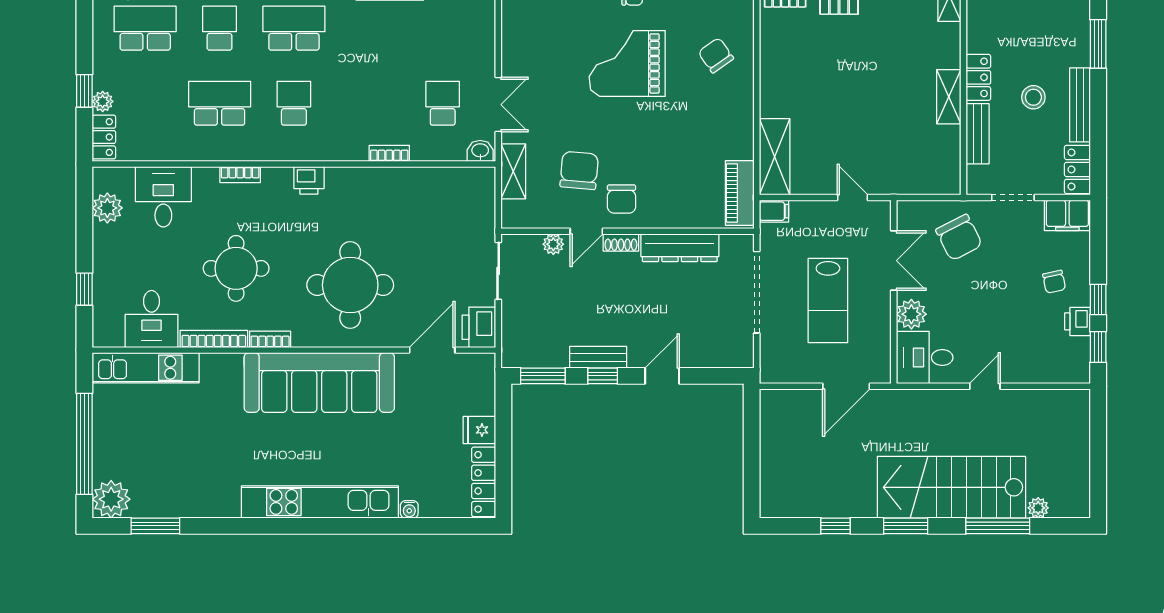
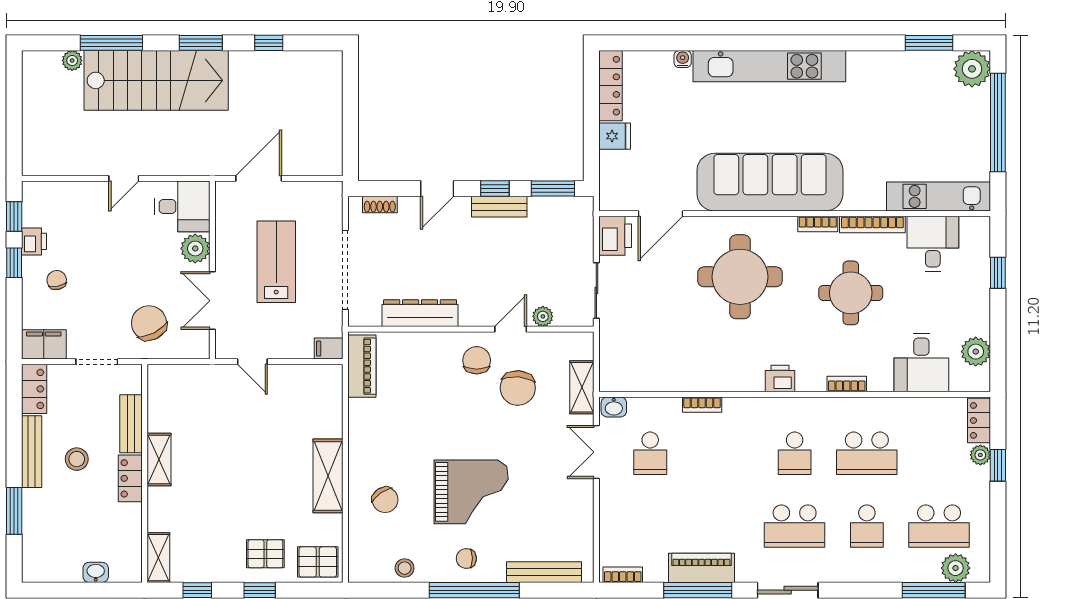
shelving: (775, 157) -> (328, 476), moved
shoe rack: (621, 242) -> (380, 204), moved, turned 180

